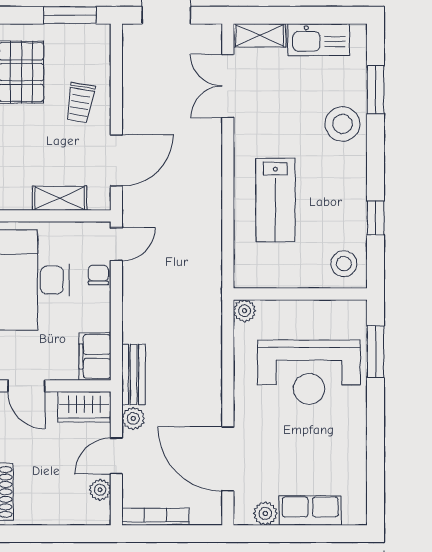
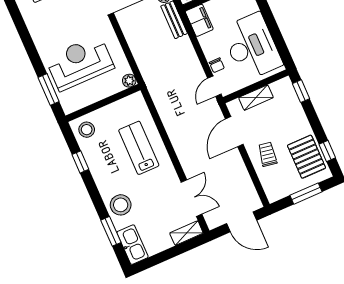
window: (70, 15) -> (306, 194), moved
kitchen sink: (319, 40) -> (132, 245), moved, turned 90

